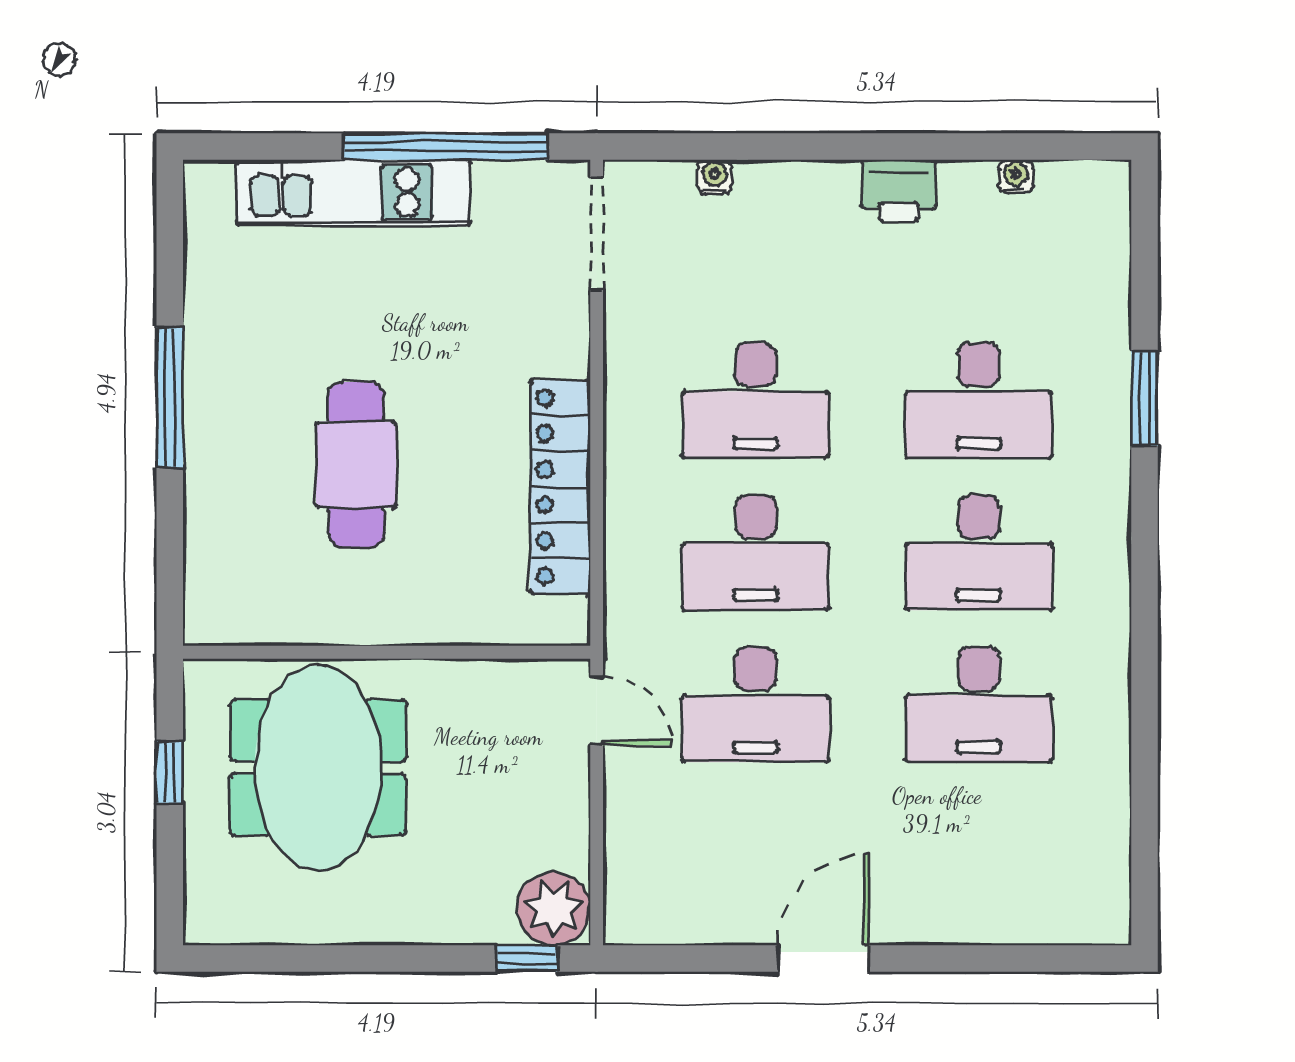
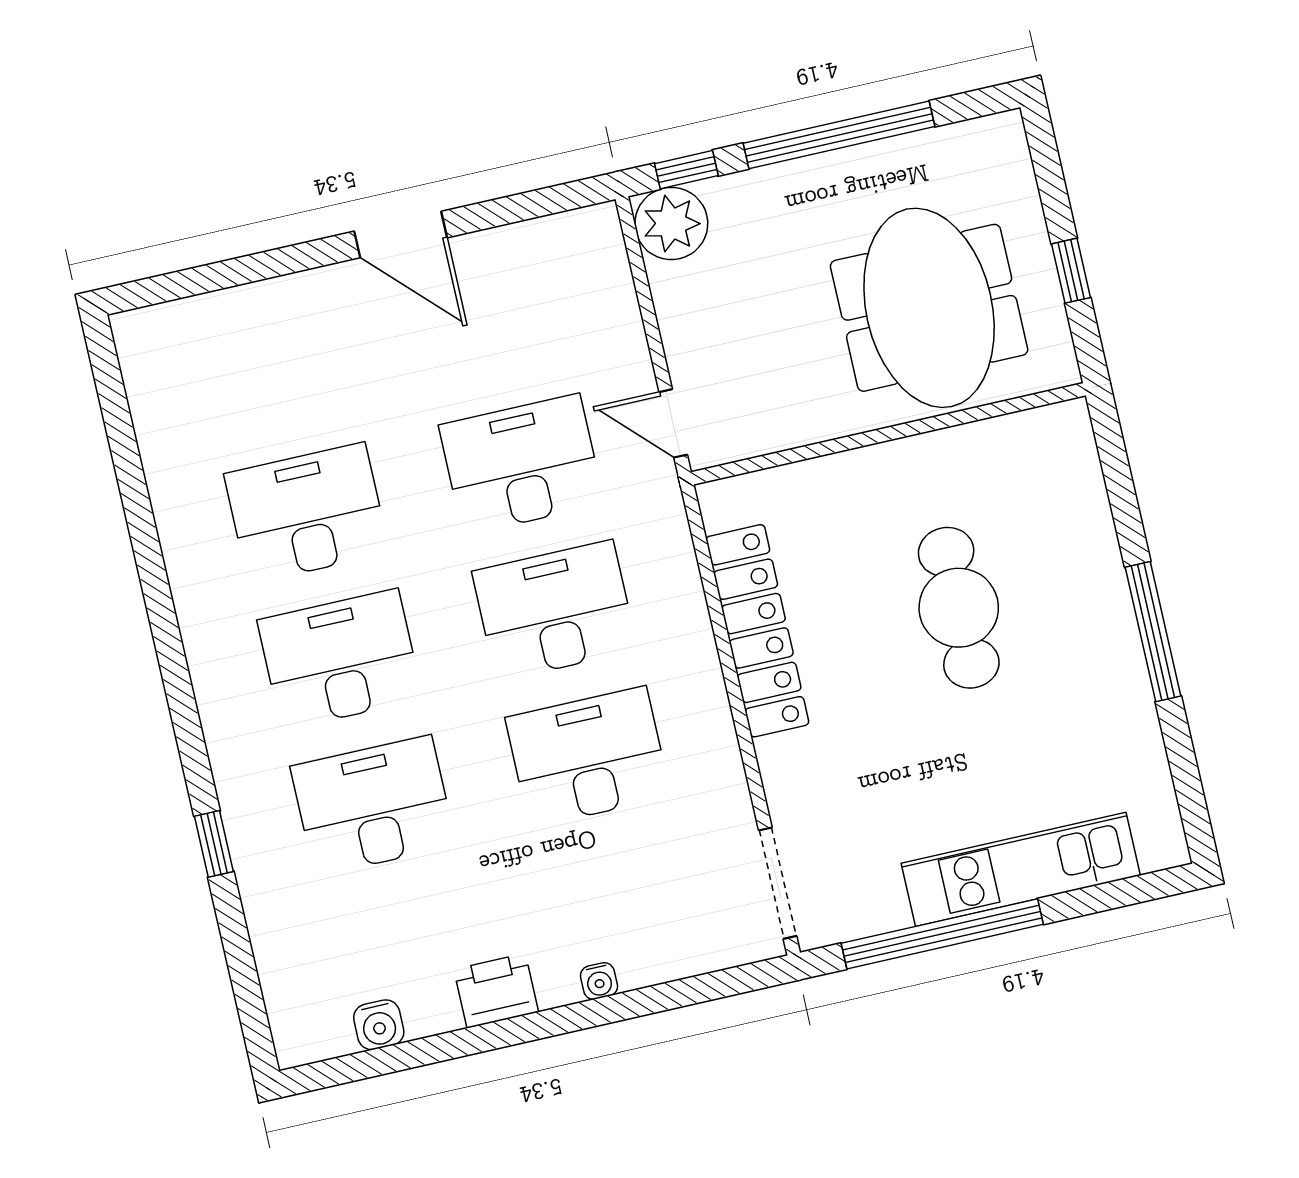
water cooler: (715, 177) -> (599, 981), moved
water cooler: (1016, 177) -> (379, 1025), width x1.38, depth x1.38
window: (1144, 399) -> (214, 844), width x0.67
window: (368, 958) -> (839, 135), added
door: (824, 958) -> (401, 235), hinge flipped

